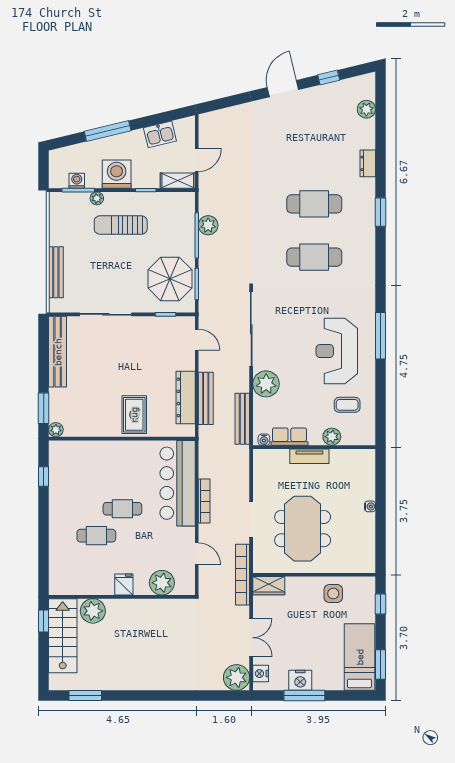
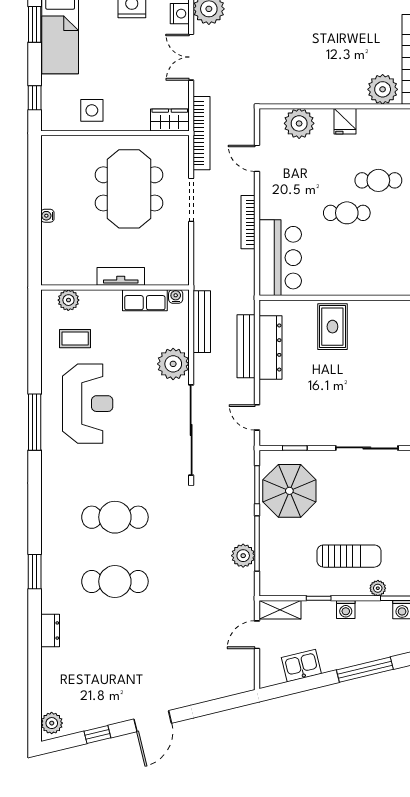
plant: (366, 109) -> (52, 723), moved
washing machine: (117, 174) -> (346, 609), width x0.53, depth x0.53
plant: (332, 437) -> (68, 300), moved
bar counter: (178, 483) -> (280, 258), width x0.73

